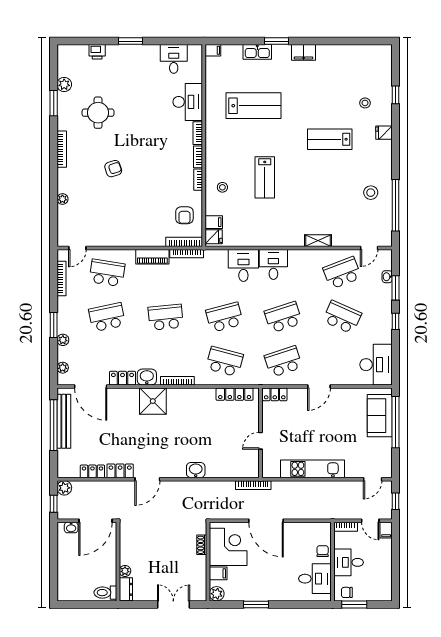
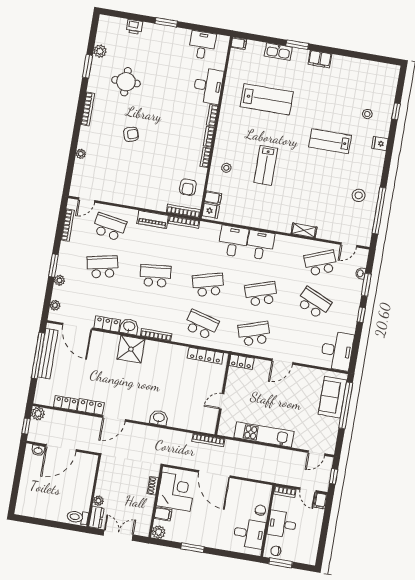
wall: (118, 562) -> (94, 491), moved
plant: (125, 571) -> (98, 501), moved
dresser: (126, 589) -> (96, 517), moved
toilet: (105, 593) -> (77, 517), moved

